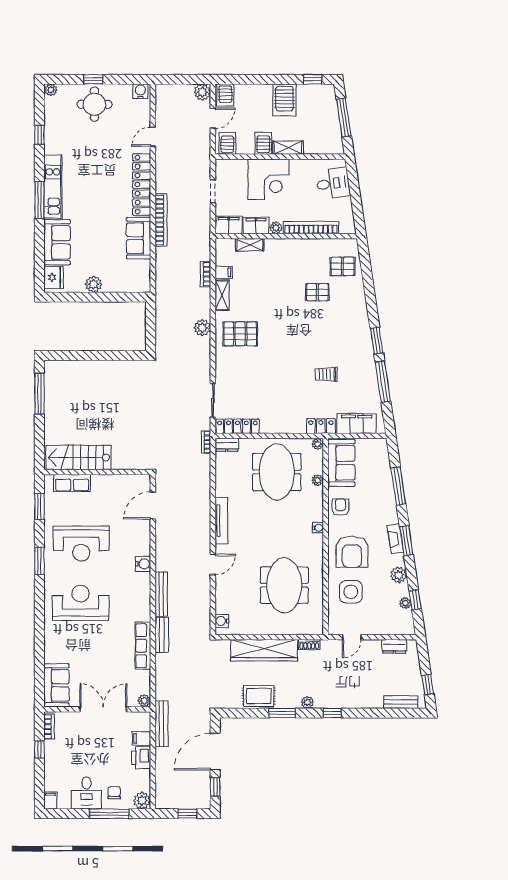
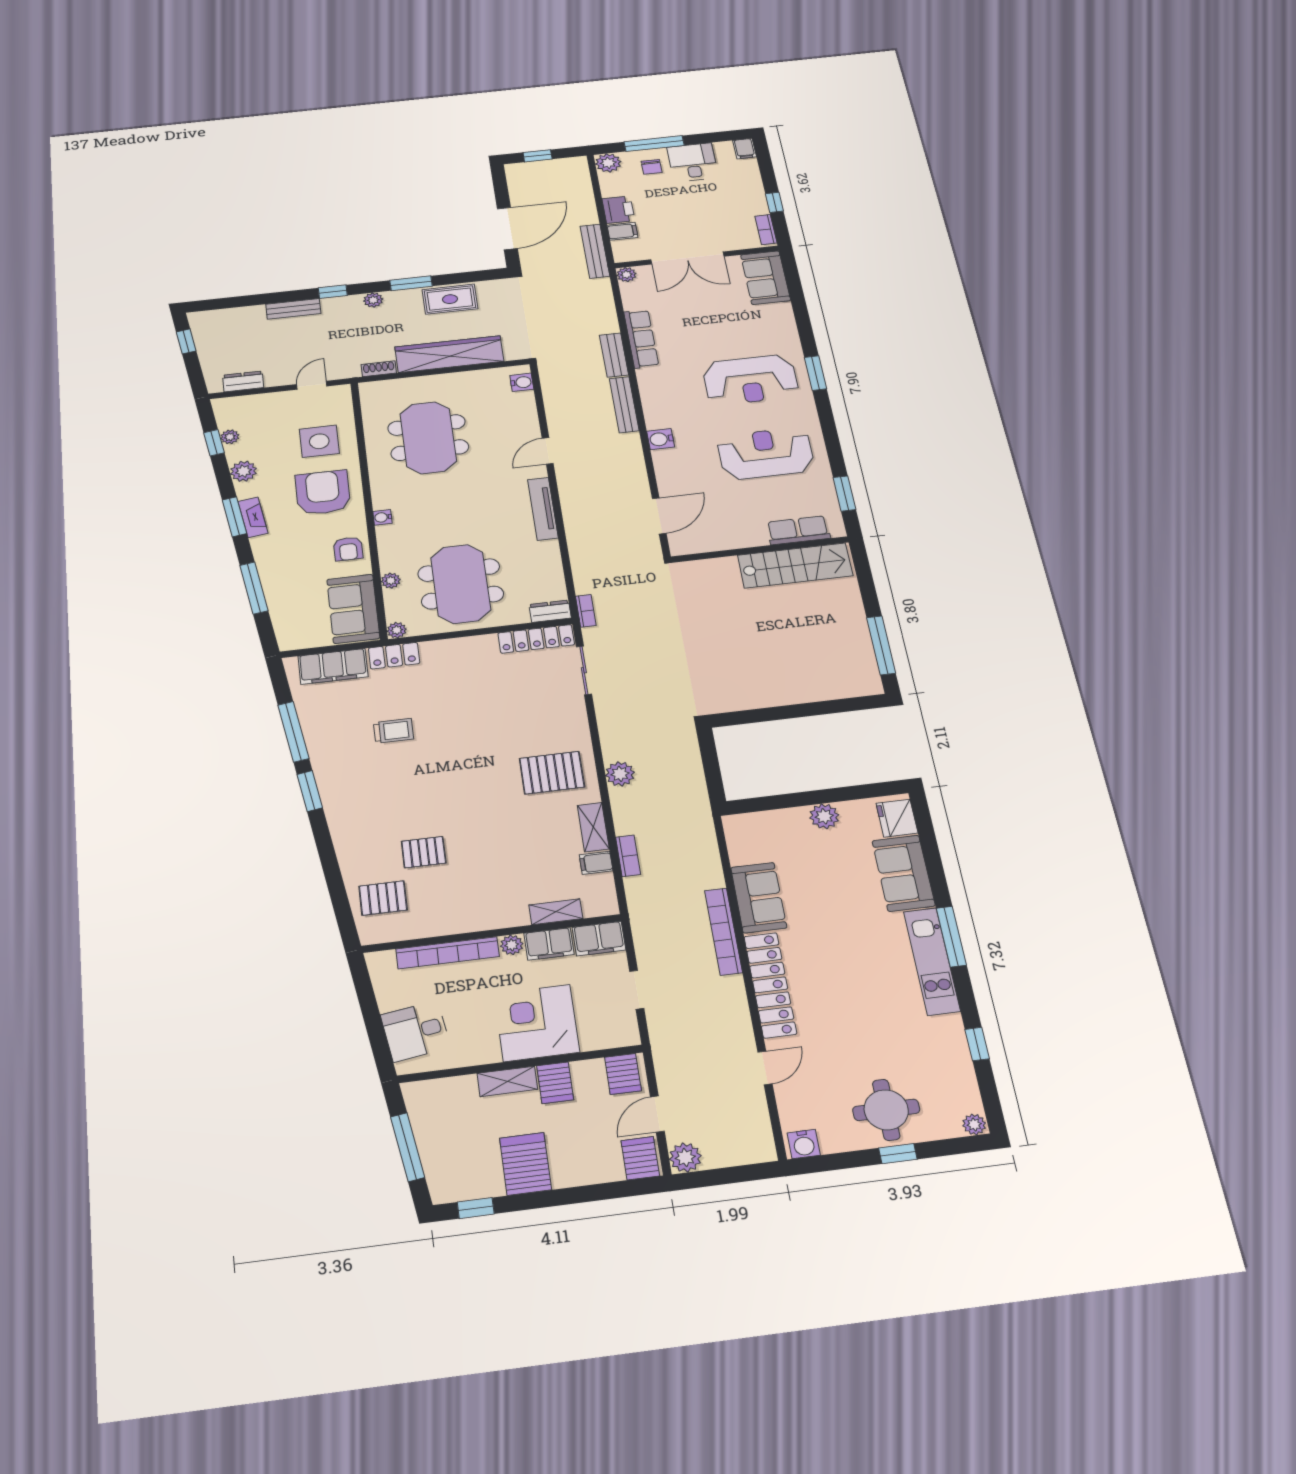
window: (39, 561) -> (815, 373), moved
bench: (401, 702) -> (293, 309), moved
window: (215, 787) -> (501, 189), removed

